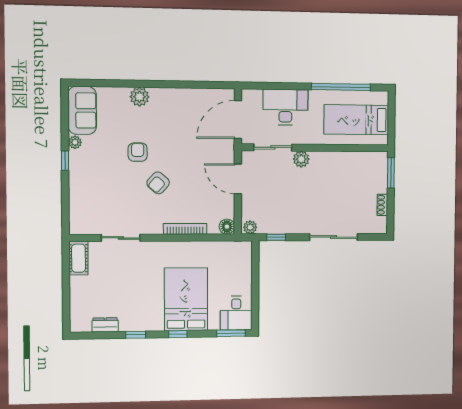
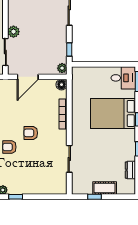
armchair: (158, 183) -> (31, 133), turned 138
cot: (79, 258) -> (105, 188), moved
window: (66, 274) -> (94, 197), added

